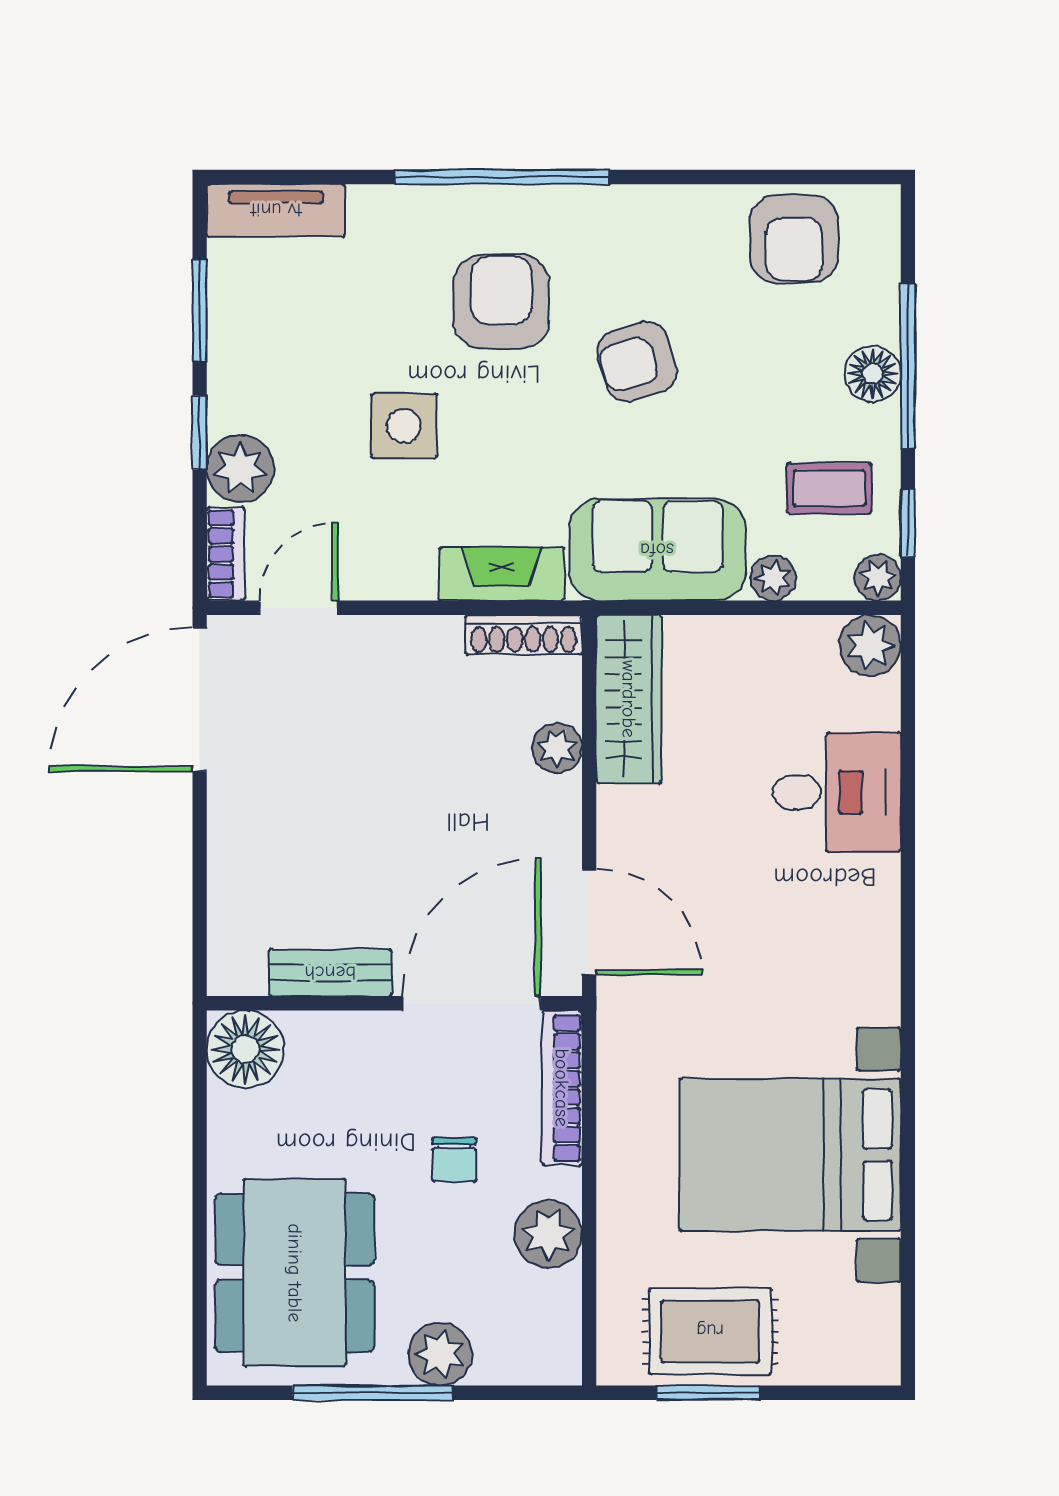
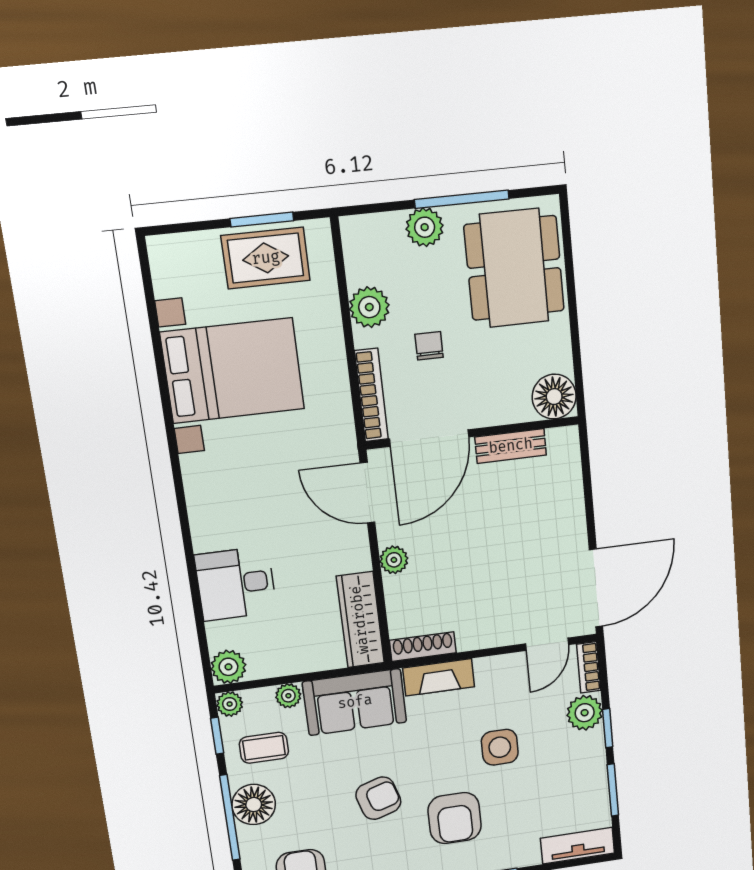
floor lamp: (873, 374) -> (254, 805), width x1.38, depth x1.38
plant: (557, 748) -> (394, 560), moved

